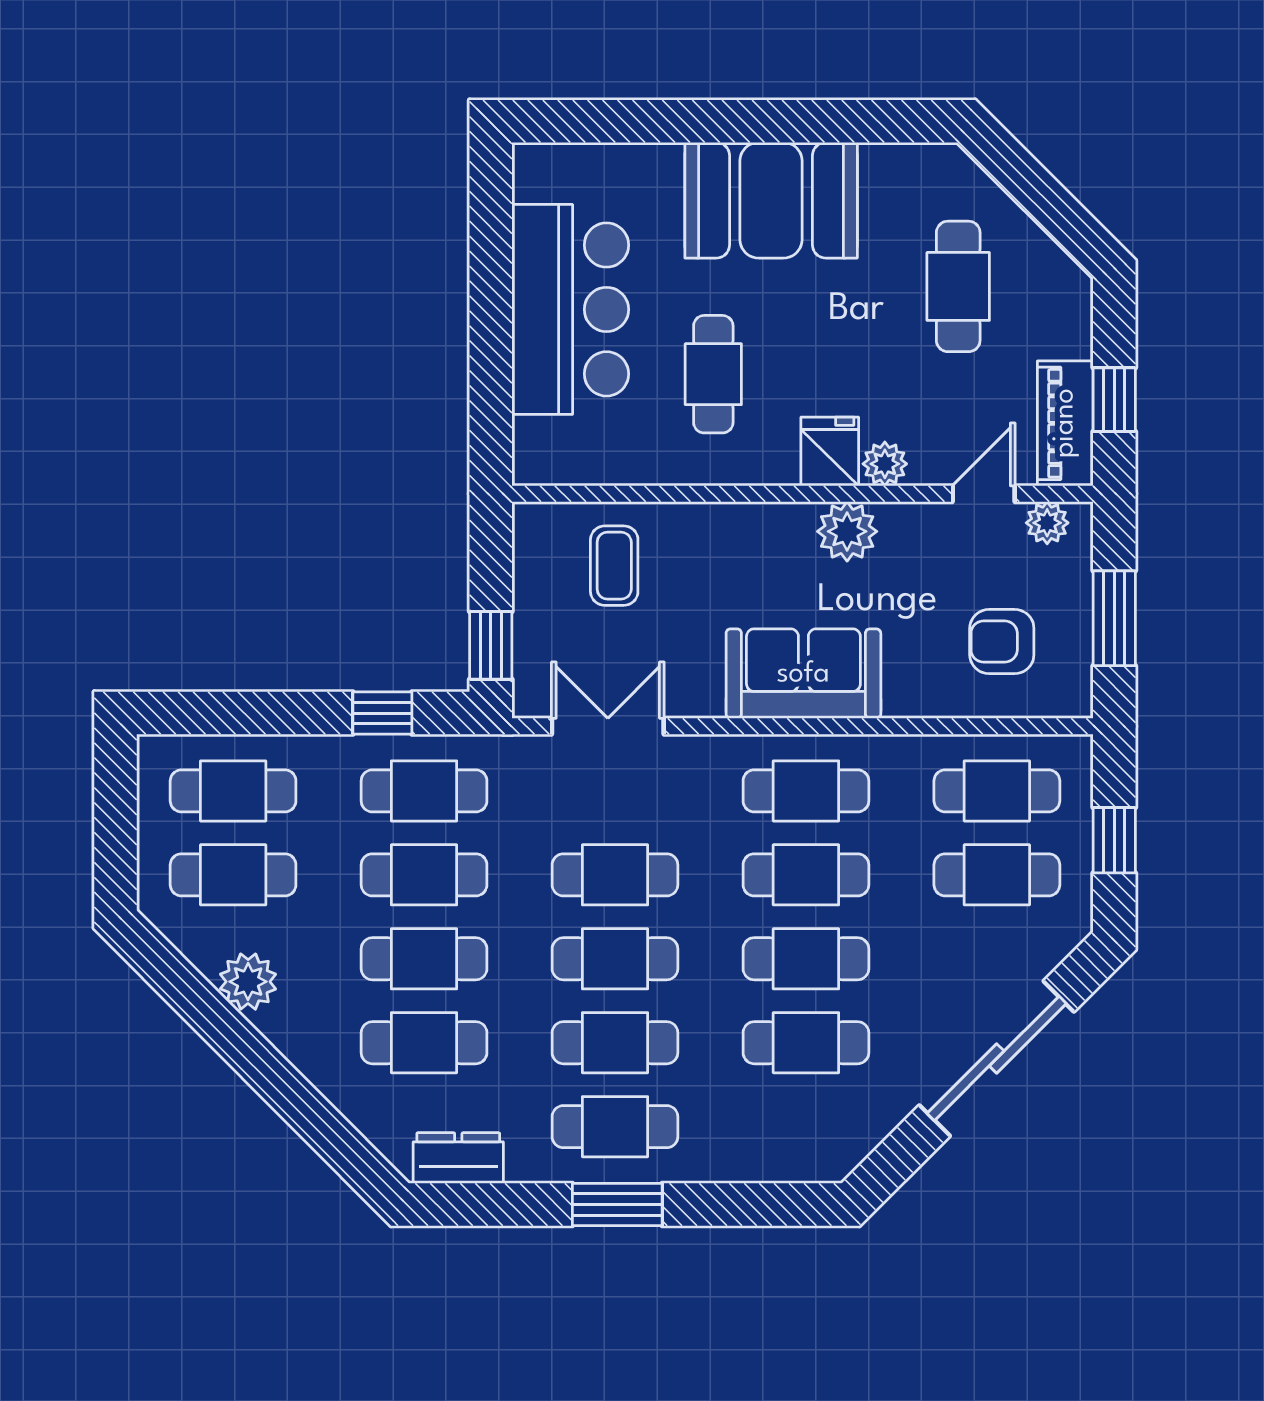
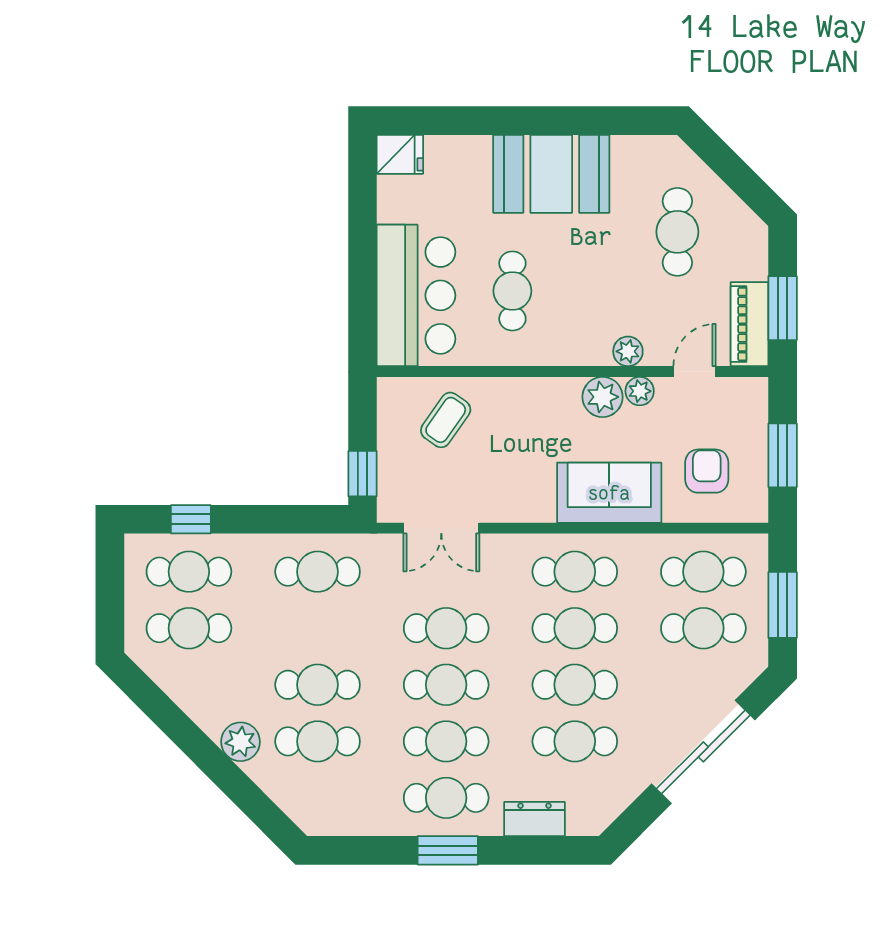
bar counter: (570, 309) -> (416, 295), moved
window: (1114, 400) -> (783, 308), width x1.50
fridge: (830, 451) -> (400, 154), moved, turned 90
plant: (1047, 523) -> (640, 391), moved
coffee table: (614, 566) -> (446, 420), turned 35
armchair: (1002, 642) -> (707, 471), turned 90
sofa: (803, 674) -> (609, 493), moved
window: (382, 713) -> (191, 519), moved
double door: (608, 726) -> (441, 528), swing flipped
window: (1114, 840) -> (783, 605), width x1.50
cafe table: (424, 875) -> (318, 628), removed
plant: (248, 982) -> (241, 742), moved
dresser: (458, 1158) -> (534, 819), moved

